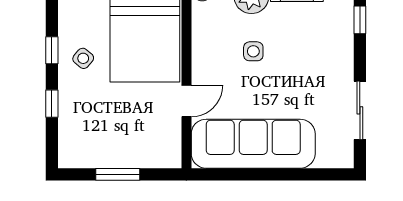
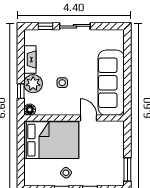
sliding door: (360, 110) -> (75, 26), moved
window: (118, 174) -> (127, 169), moved

